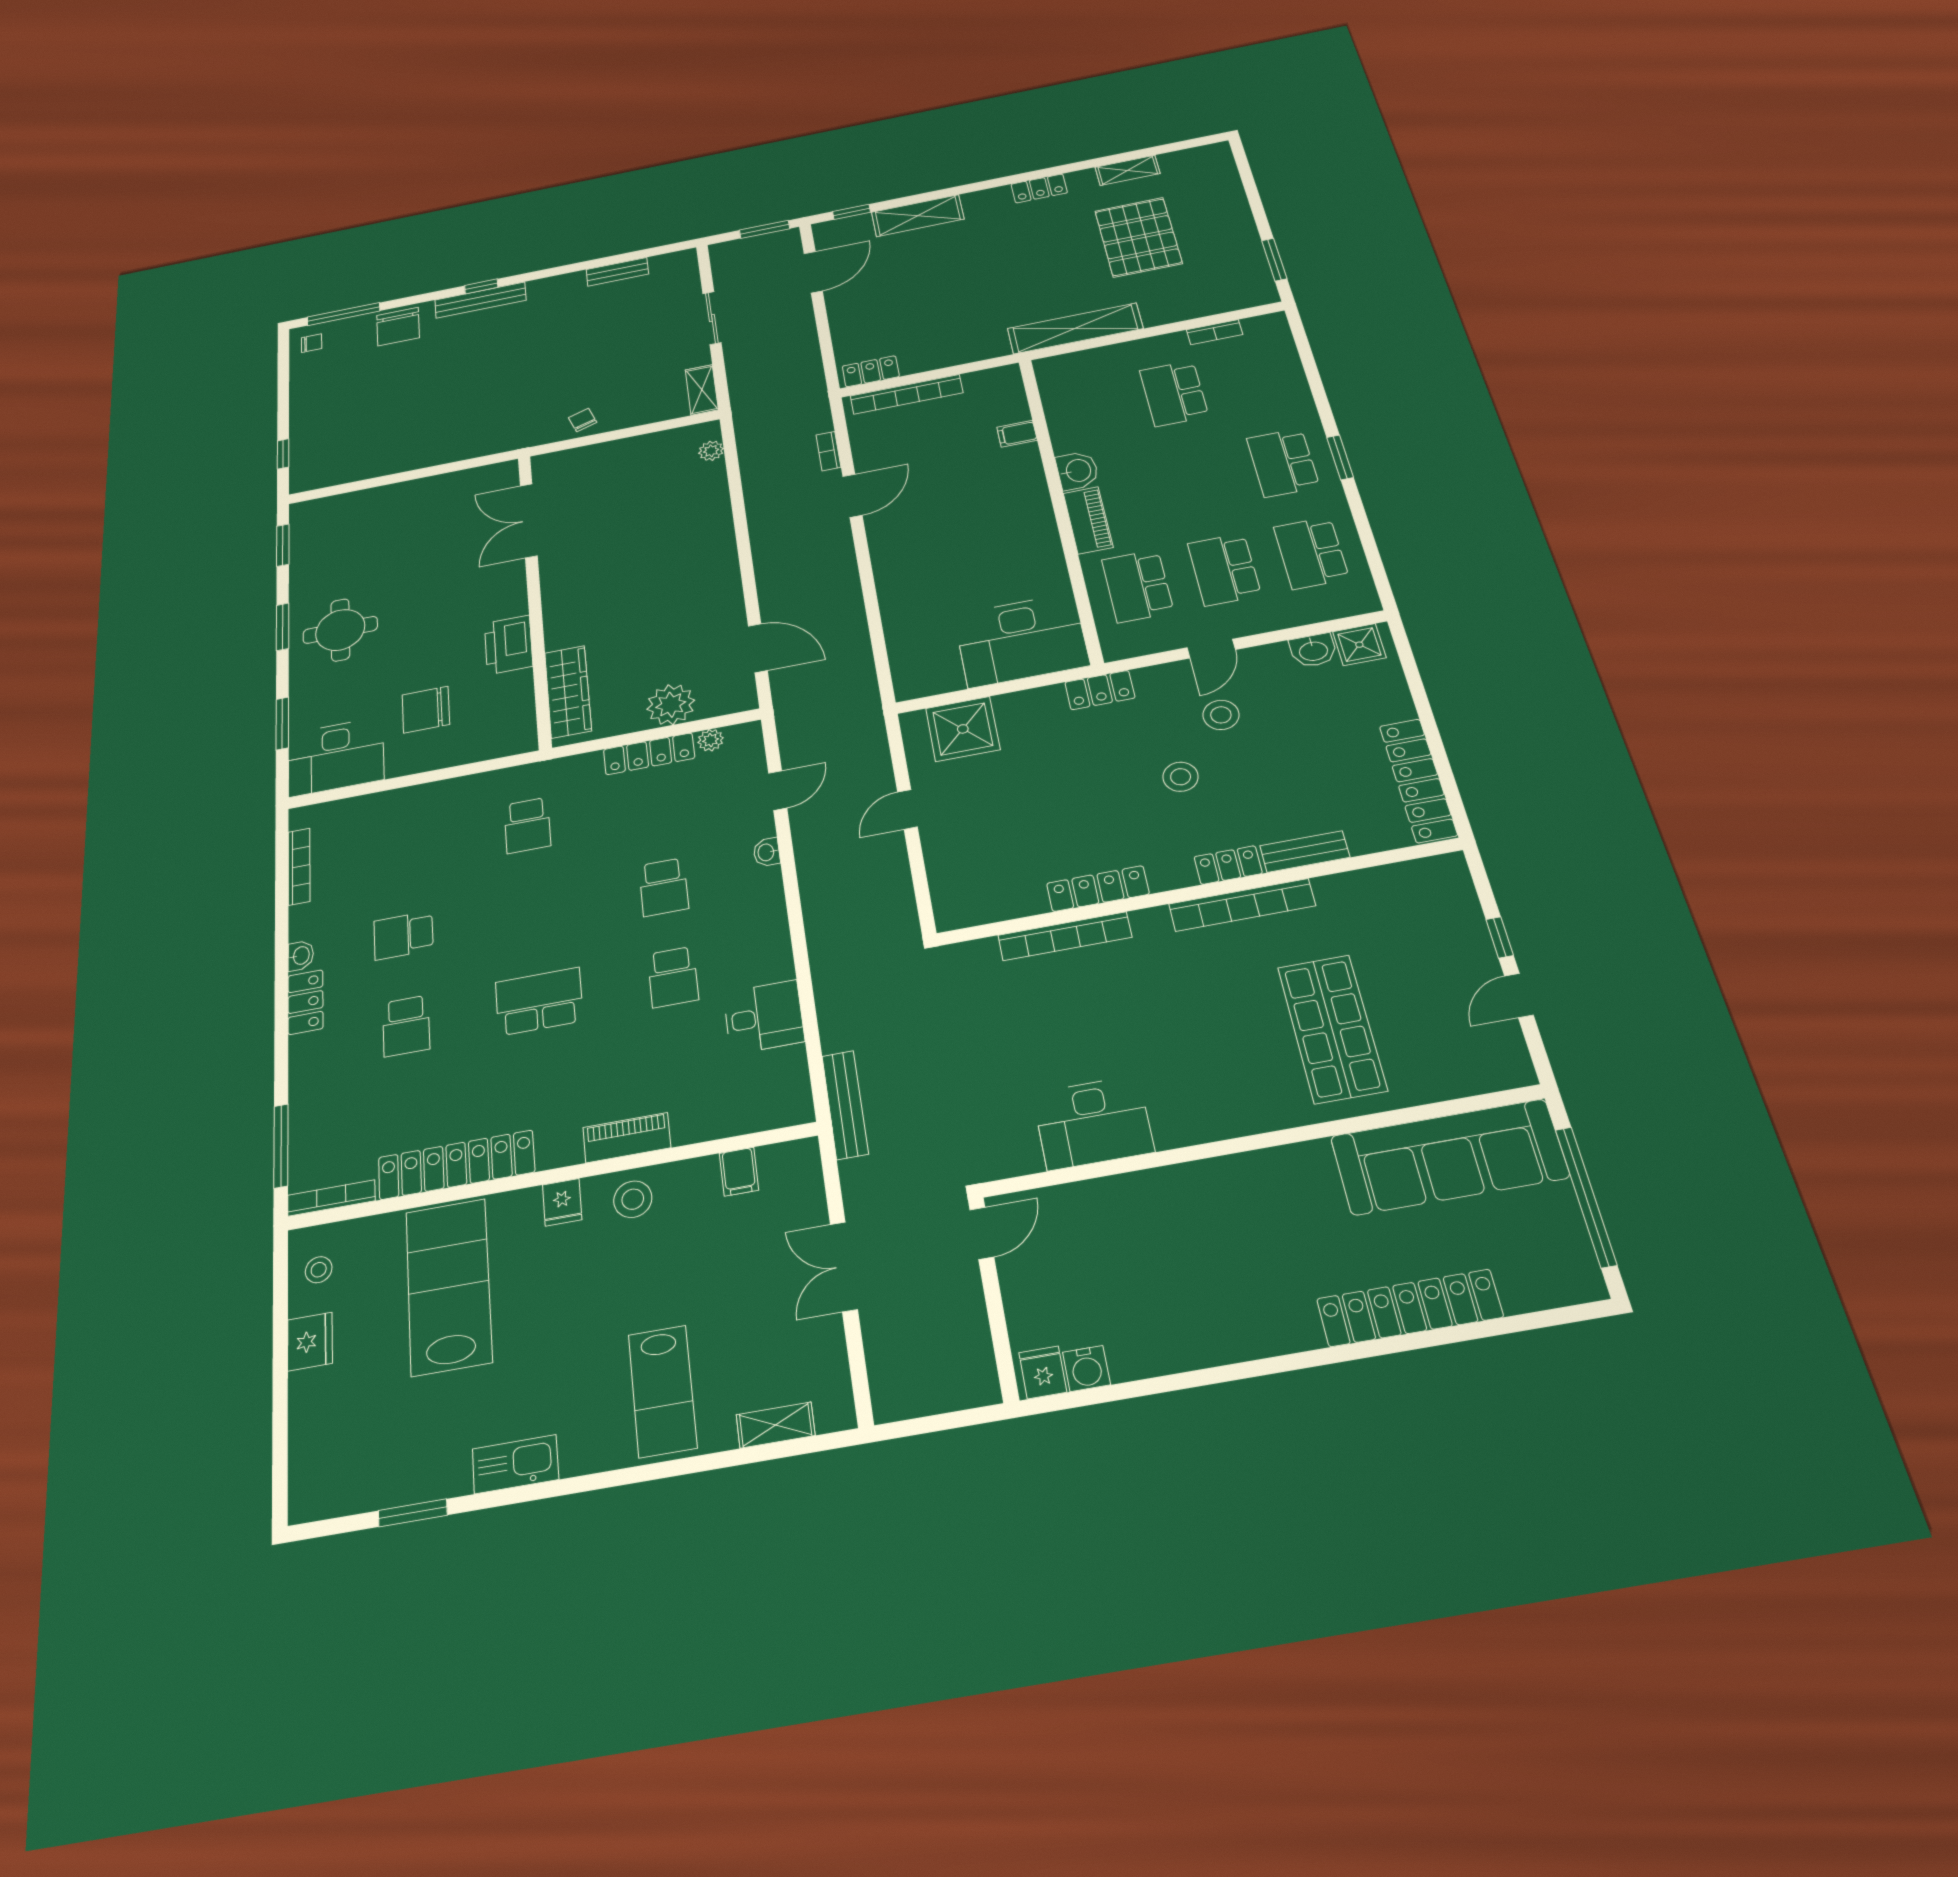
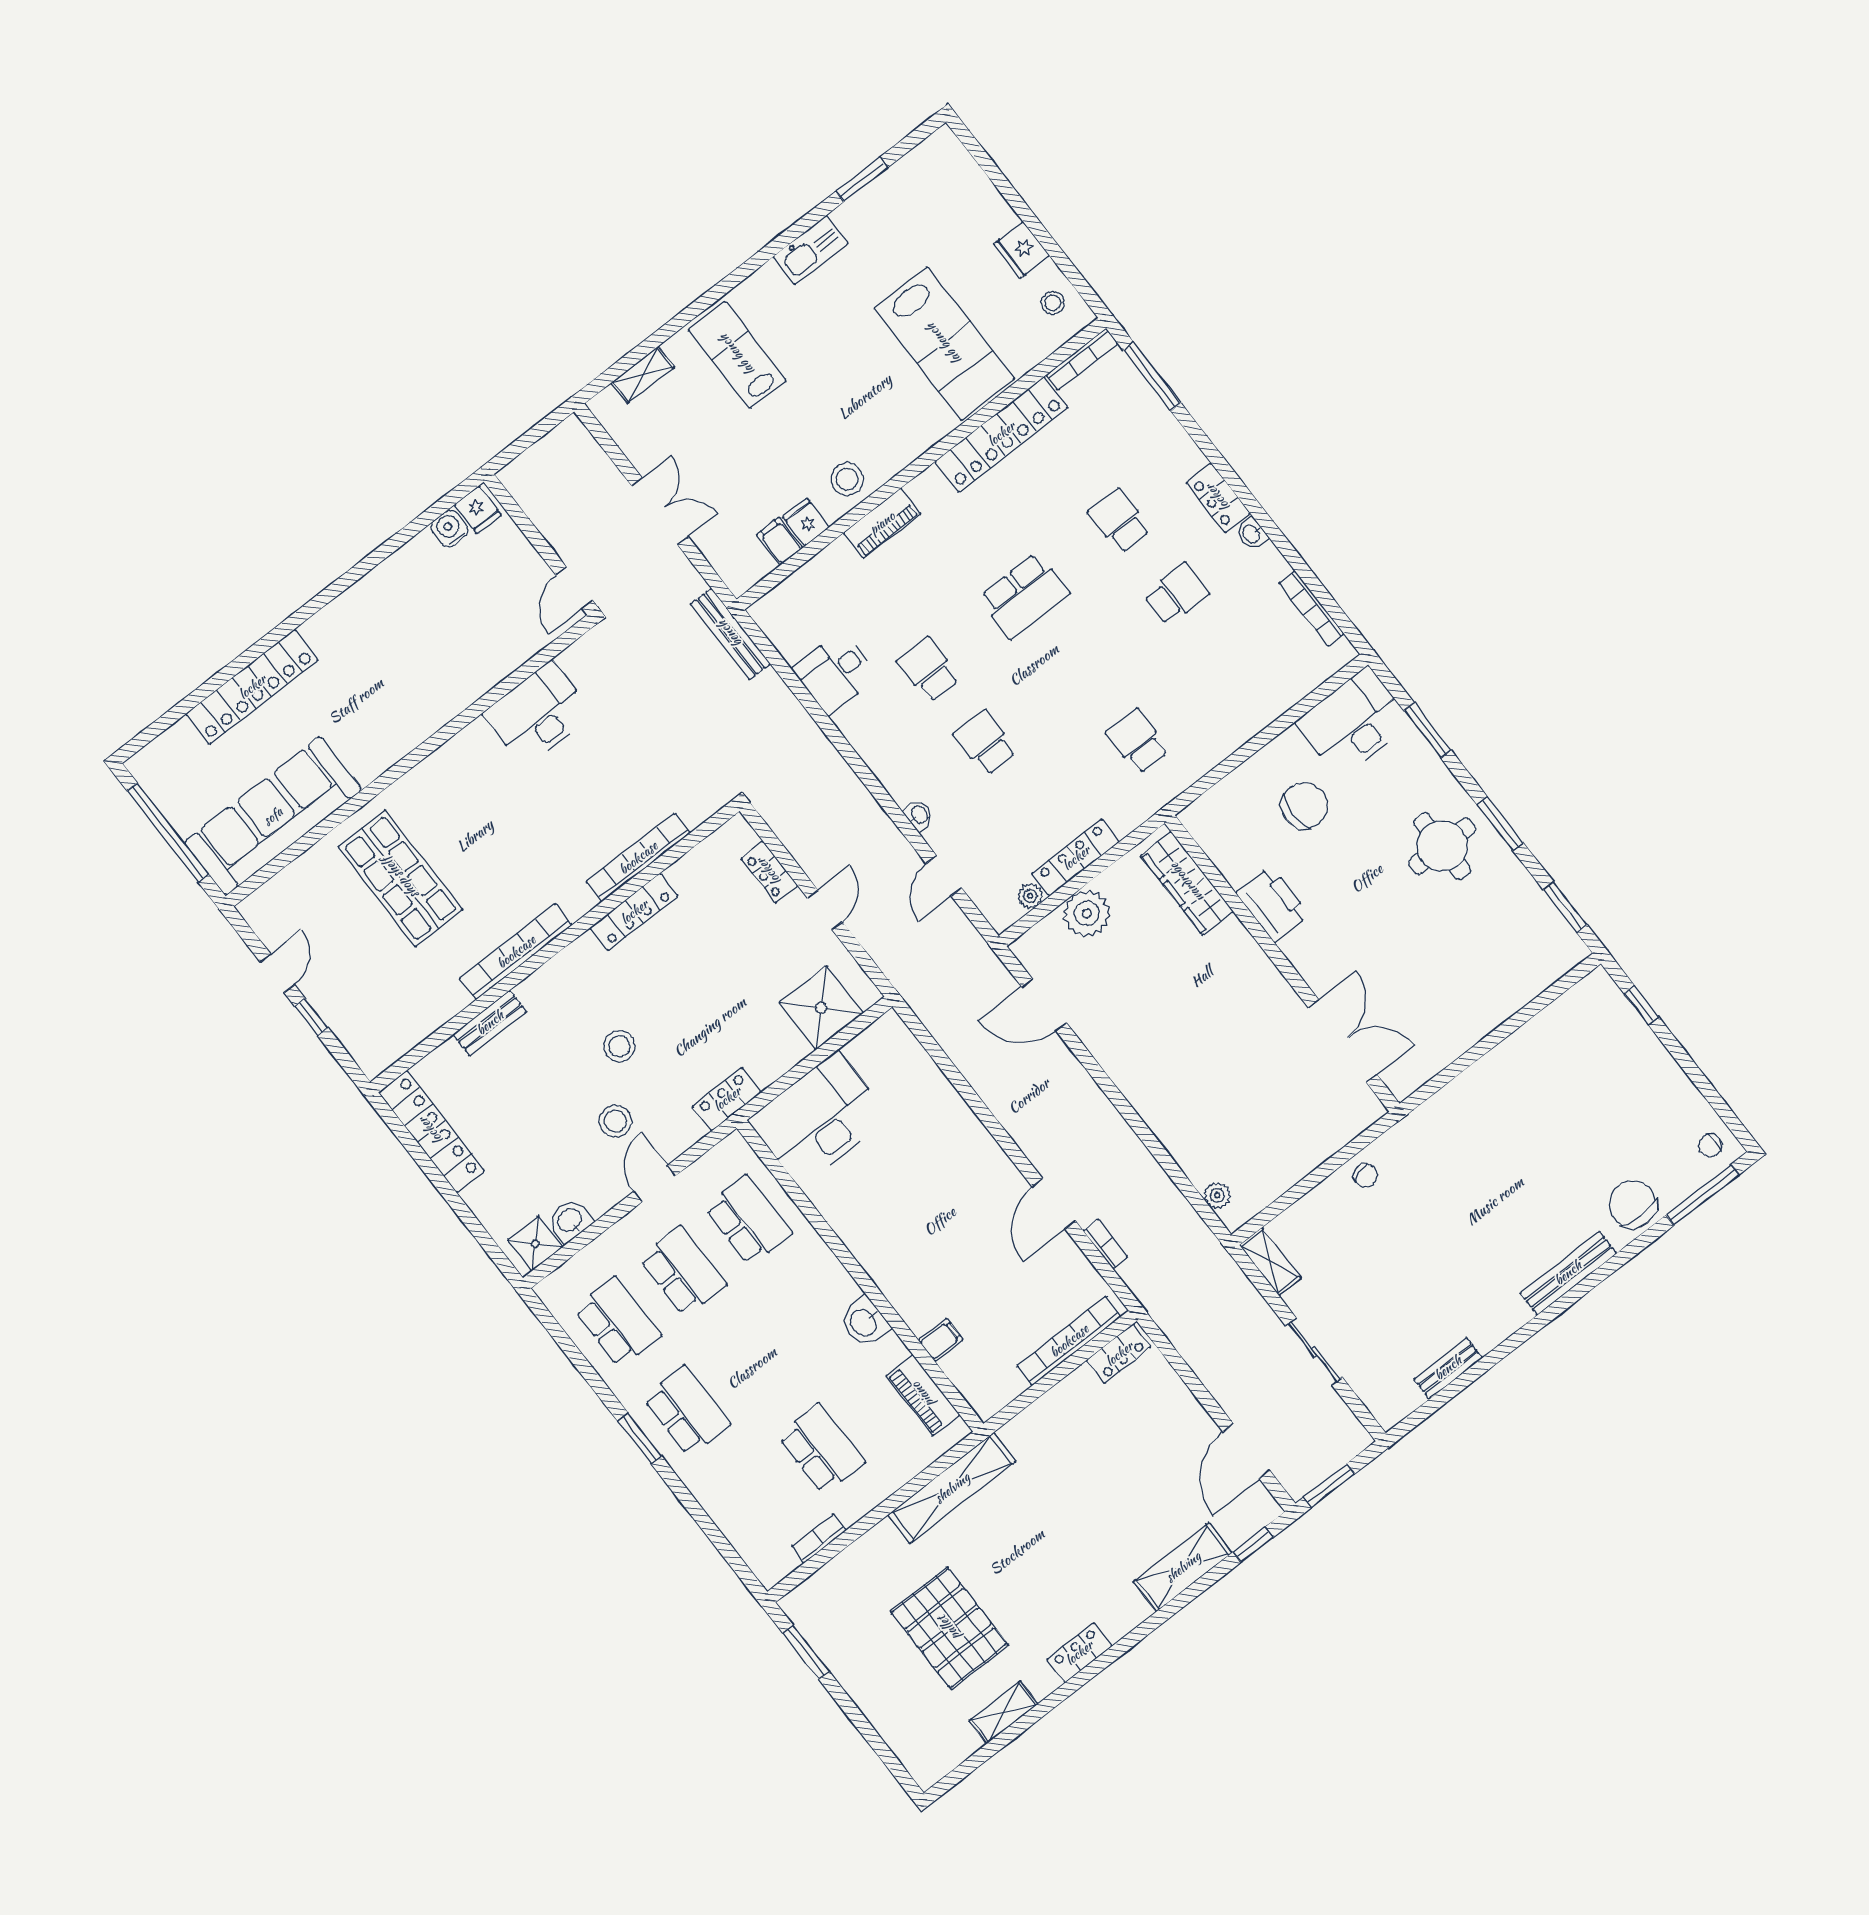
window: (481, 286) -> (1580, 1291), removed
piano: (1088, 520) -> (923, 1395), moved
locker: (1228, 865) -> (769, 872), moved, turned 90
fridge: (562, 1202) -> (806, 522), moved

